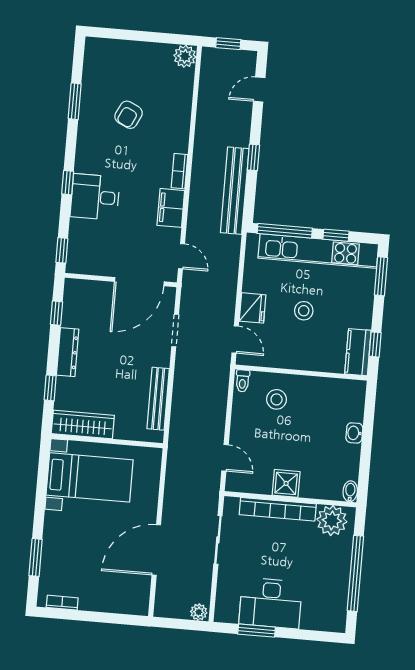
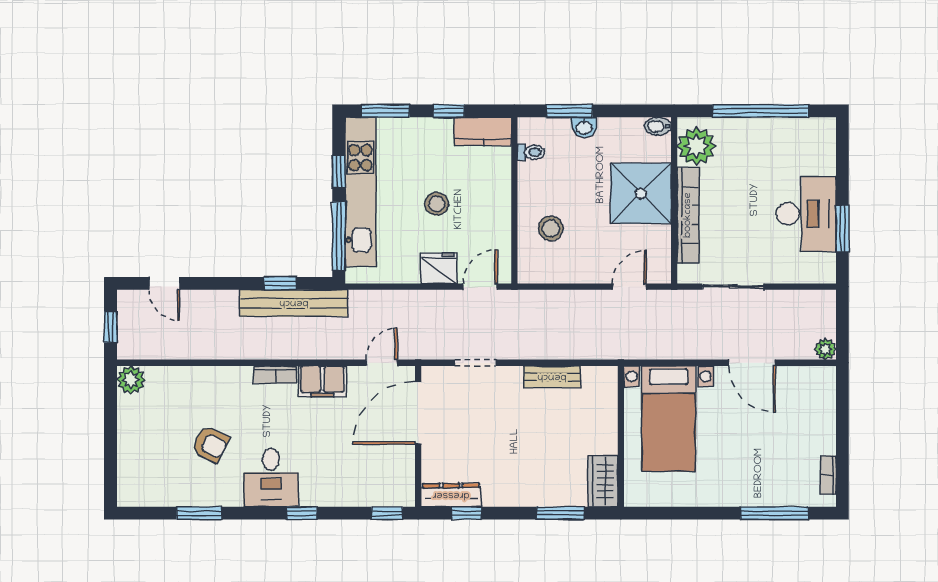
window: (253, 157) -> (280, 283), moved
desk: (95, 197) -> (271, 477), moved
door: (139, 282) -> (418, 413), swing flipped
window: (375, 344) -> (449, 111), moved
dresser: (68, 352) -> (451, 495), moved
toilet: (243, 381) -> (531, 152), moved
window: (50, 388) -> (561, 513), width x1.50
bench: (158, 399) -> (552, 377), width x0.73
window: (368, 422) -> (569, 111), added
wardrobe: (83, 425) -> (603, 481), width x0.67
bed with nightstands: (90, 477) -> (669, 419), moved, turned 180
shower: (286, 483) -> (641, 193), width x1.86, depth x1.86
door: (156, 550) -> (752, 363), width x0.73
window: (36, 557) -> (774, 513), width x1.44
plant: (199, 612) -> (825, 349), moved

